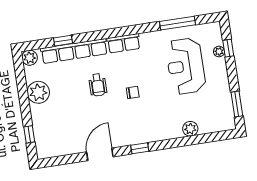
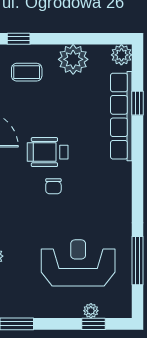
row of seats: (124, 43) -> (121, 184), removed
wheelchair: (98, 85) -> (48, 152), moved, width x1.36, depth x1.37
coffee table: (53, 125) -> (27, 72), added

